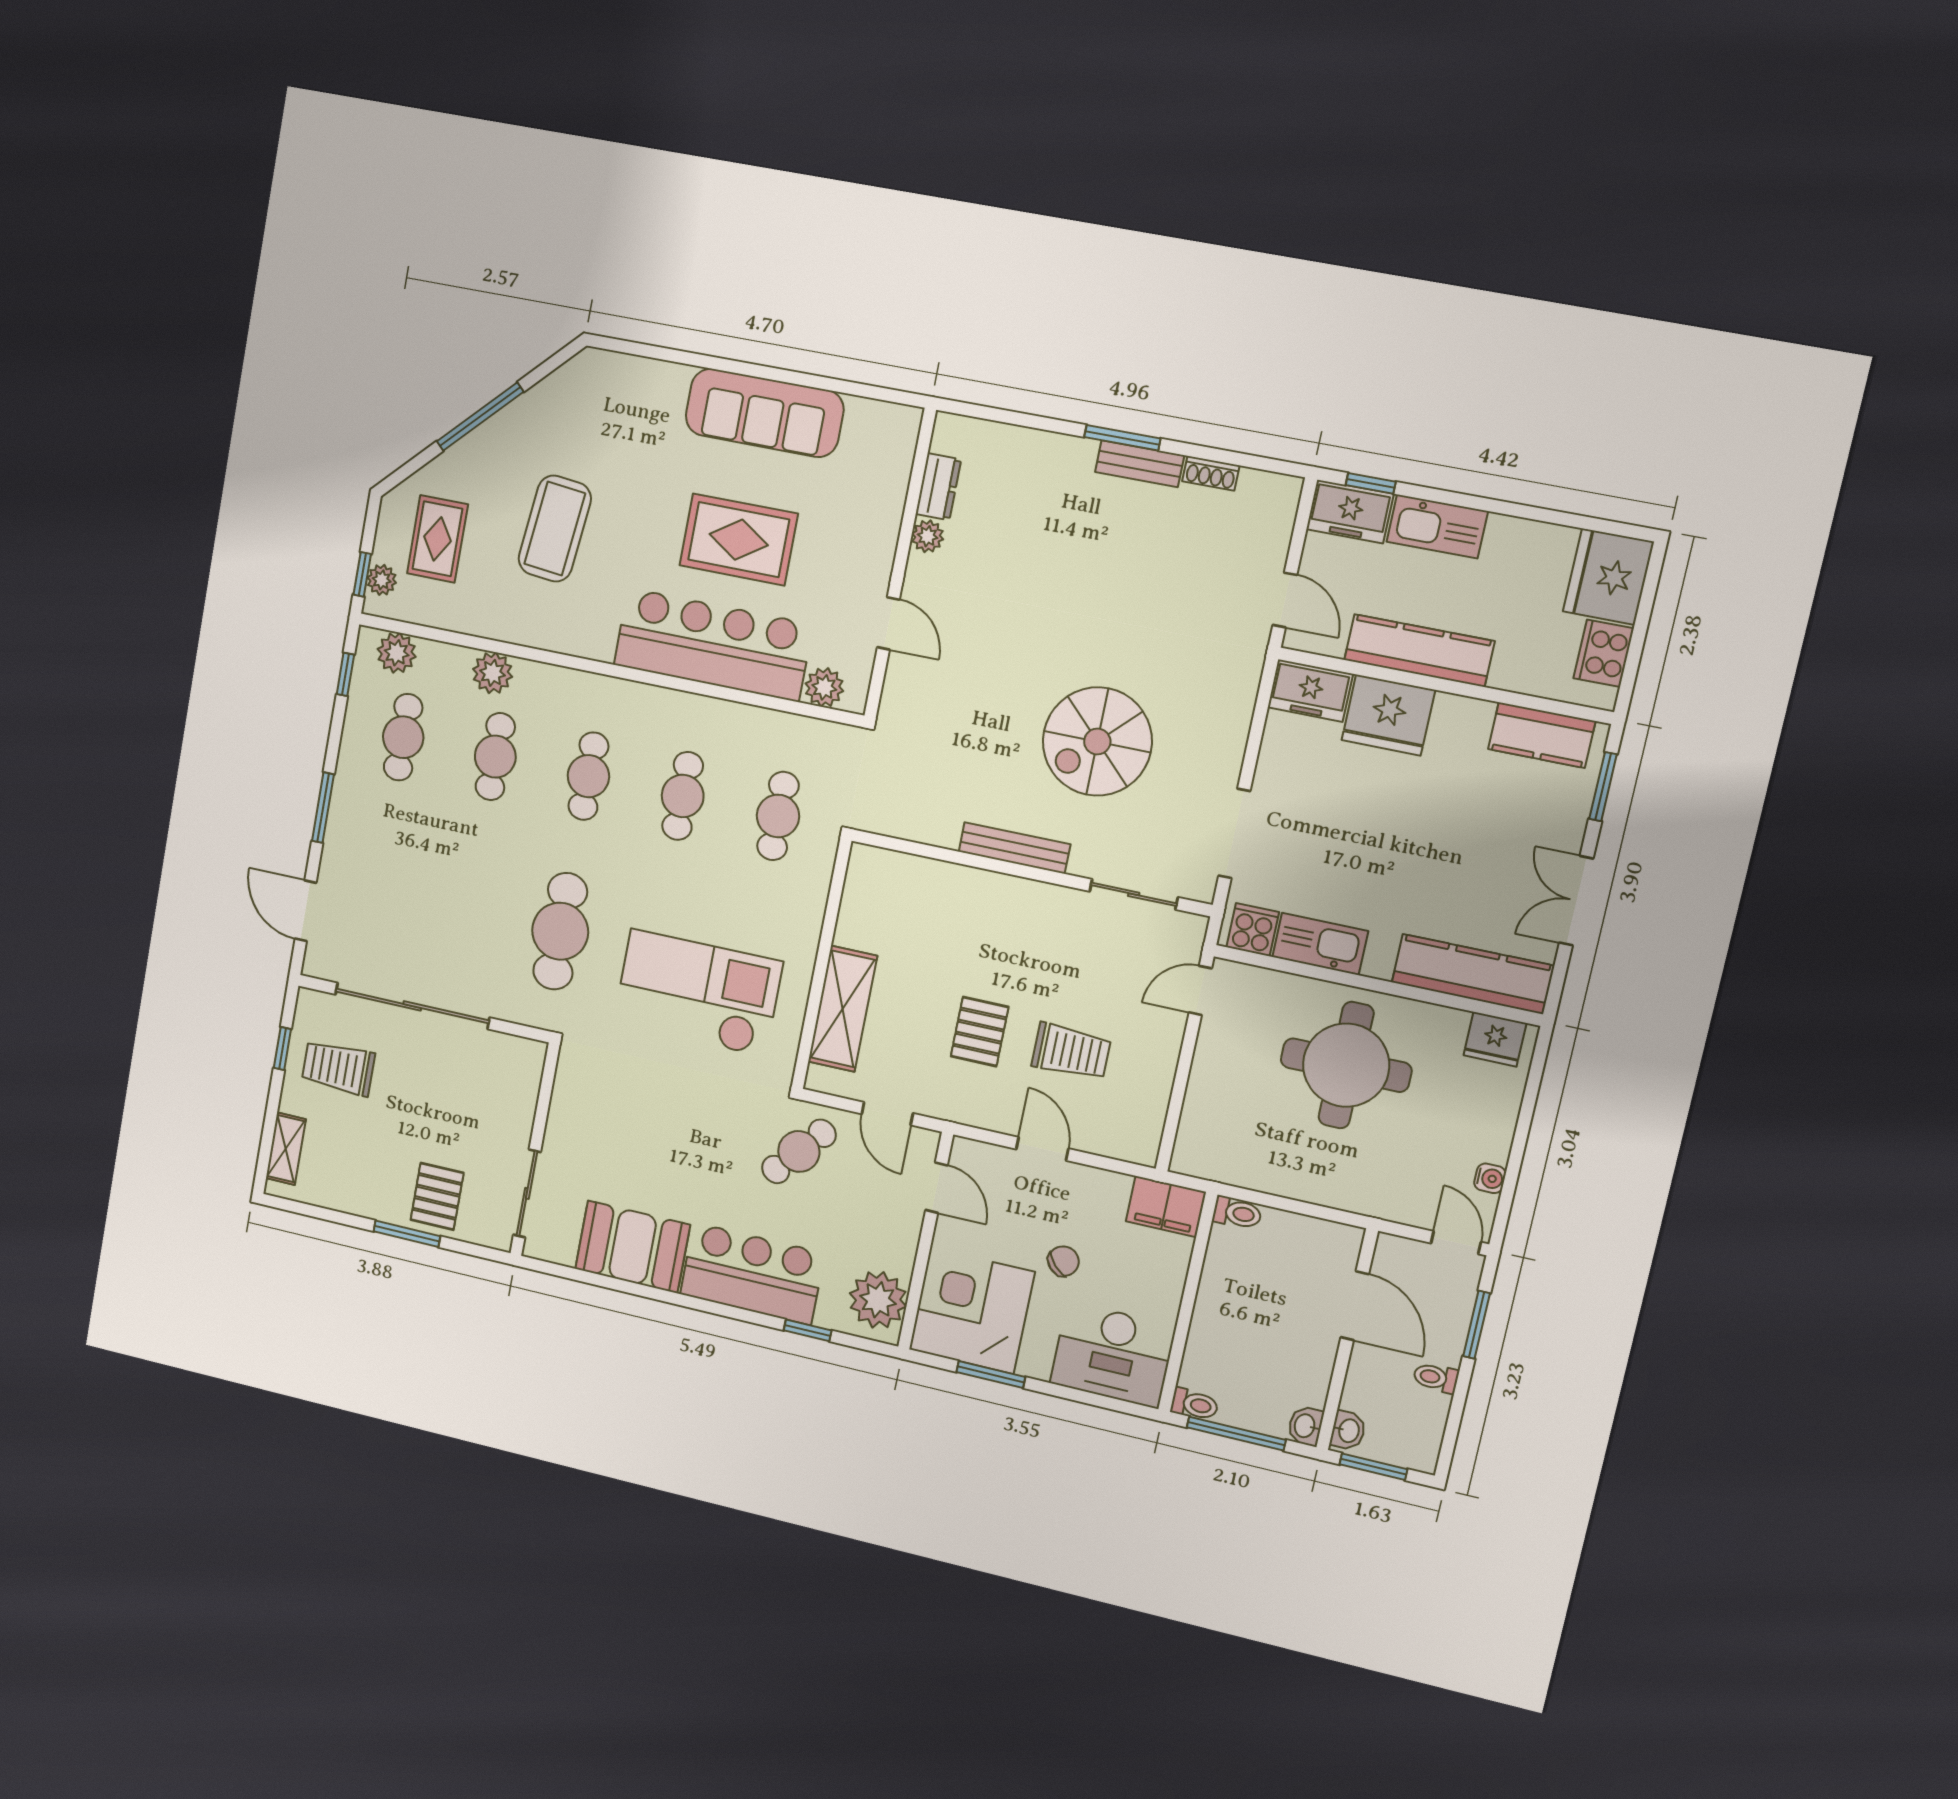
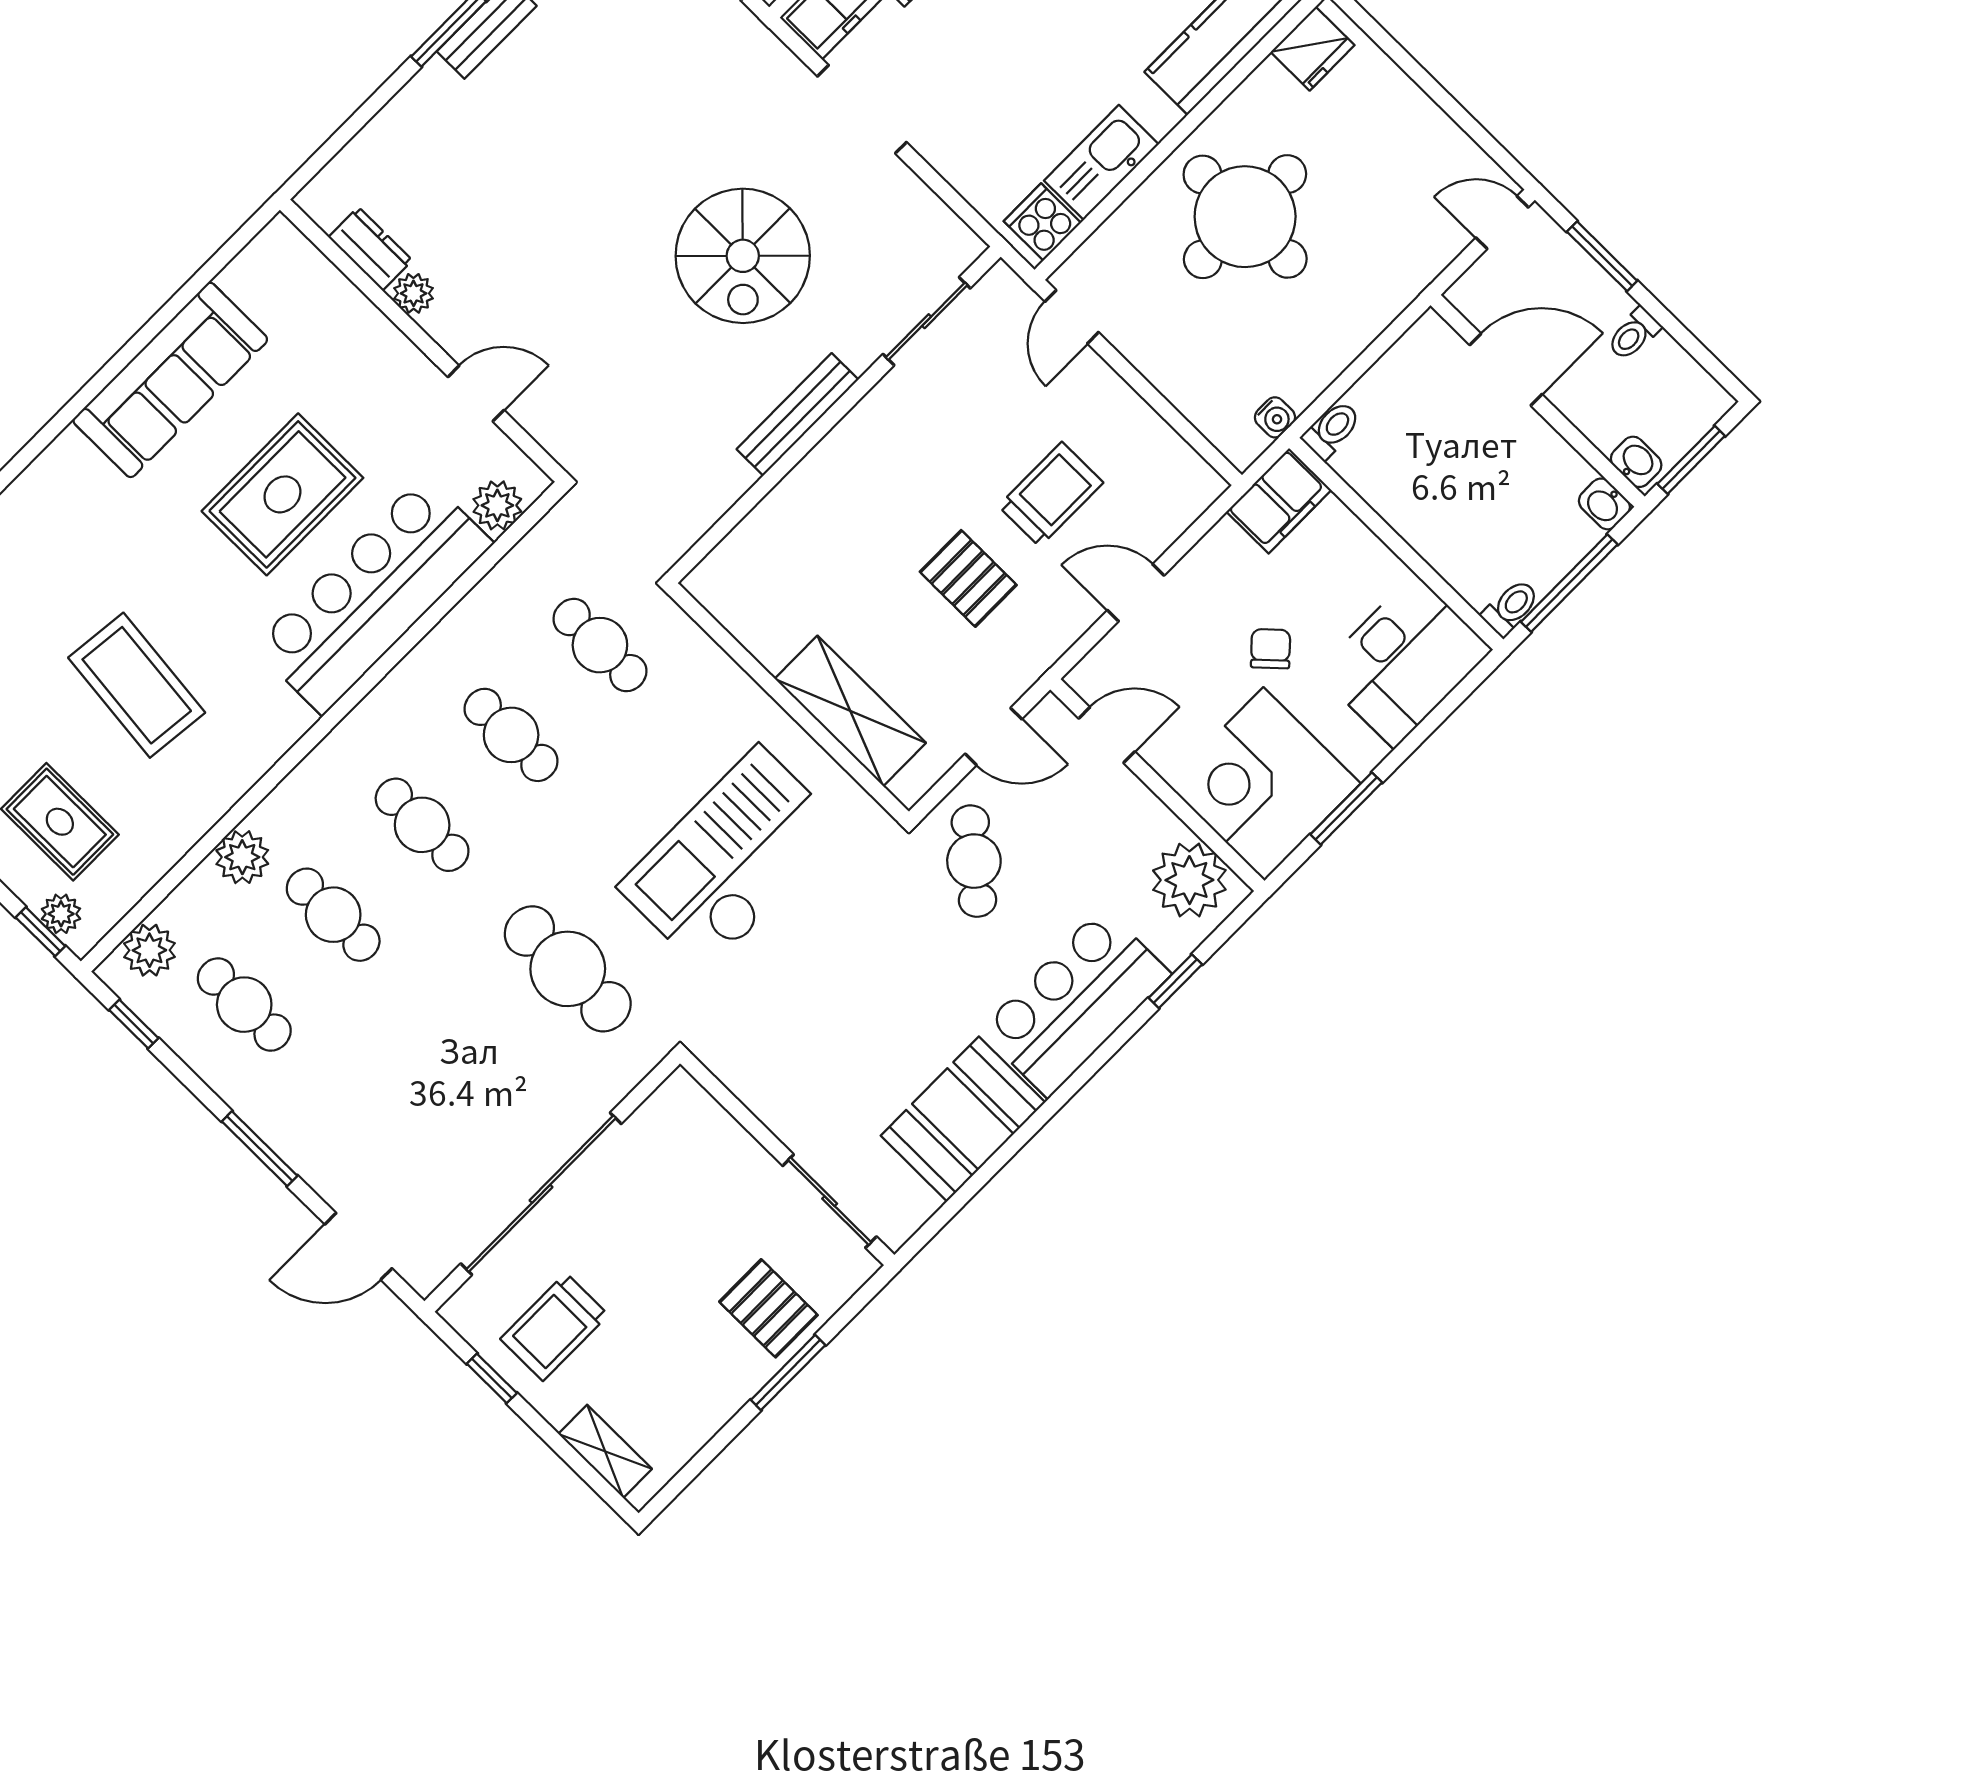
doorway: (1234, 834) -> (862, 109), moved
water cooler: (1490, 1178) -> (1275, 417), moved, turned 90

